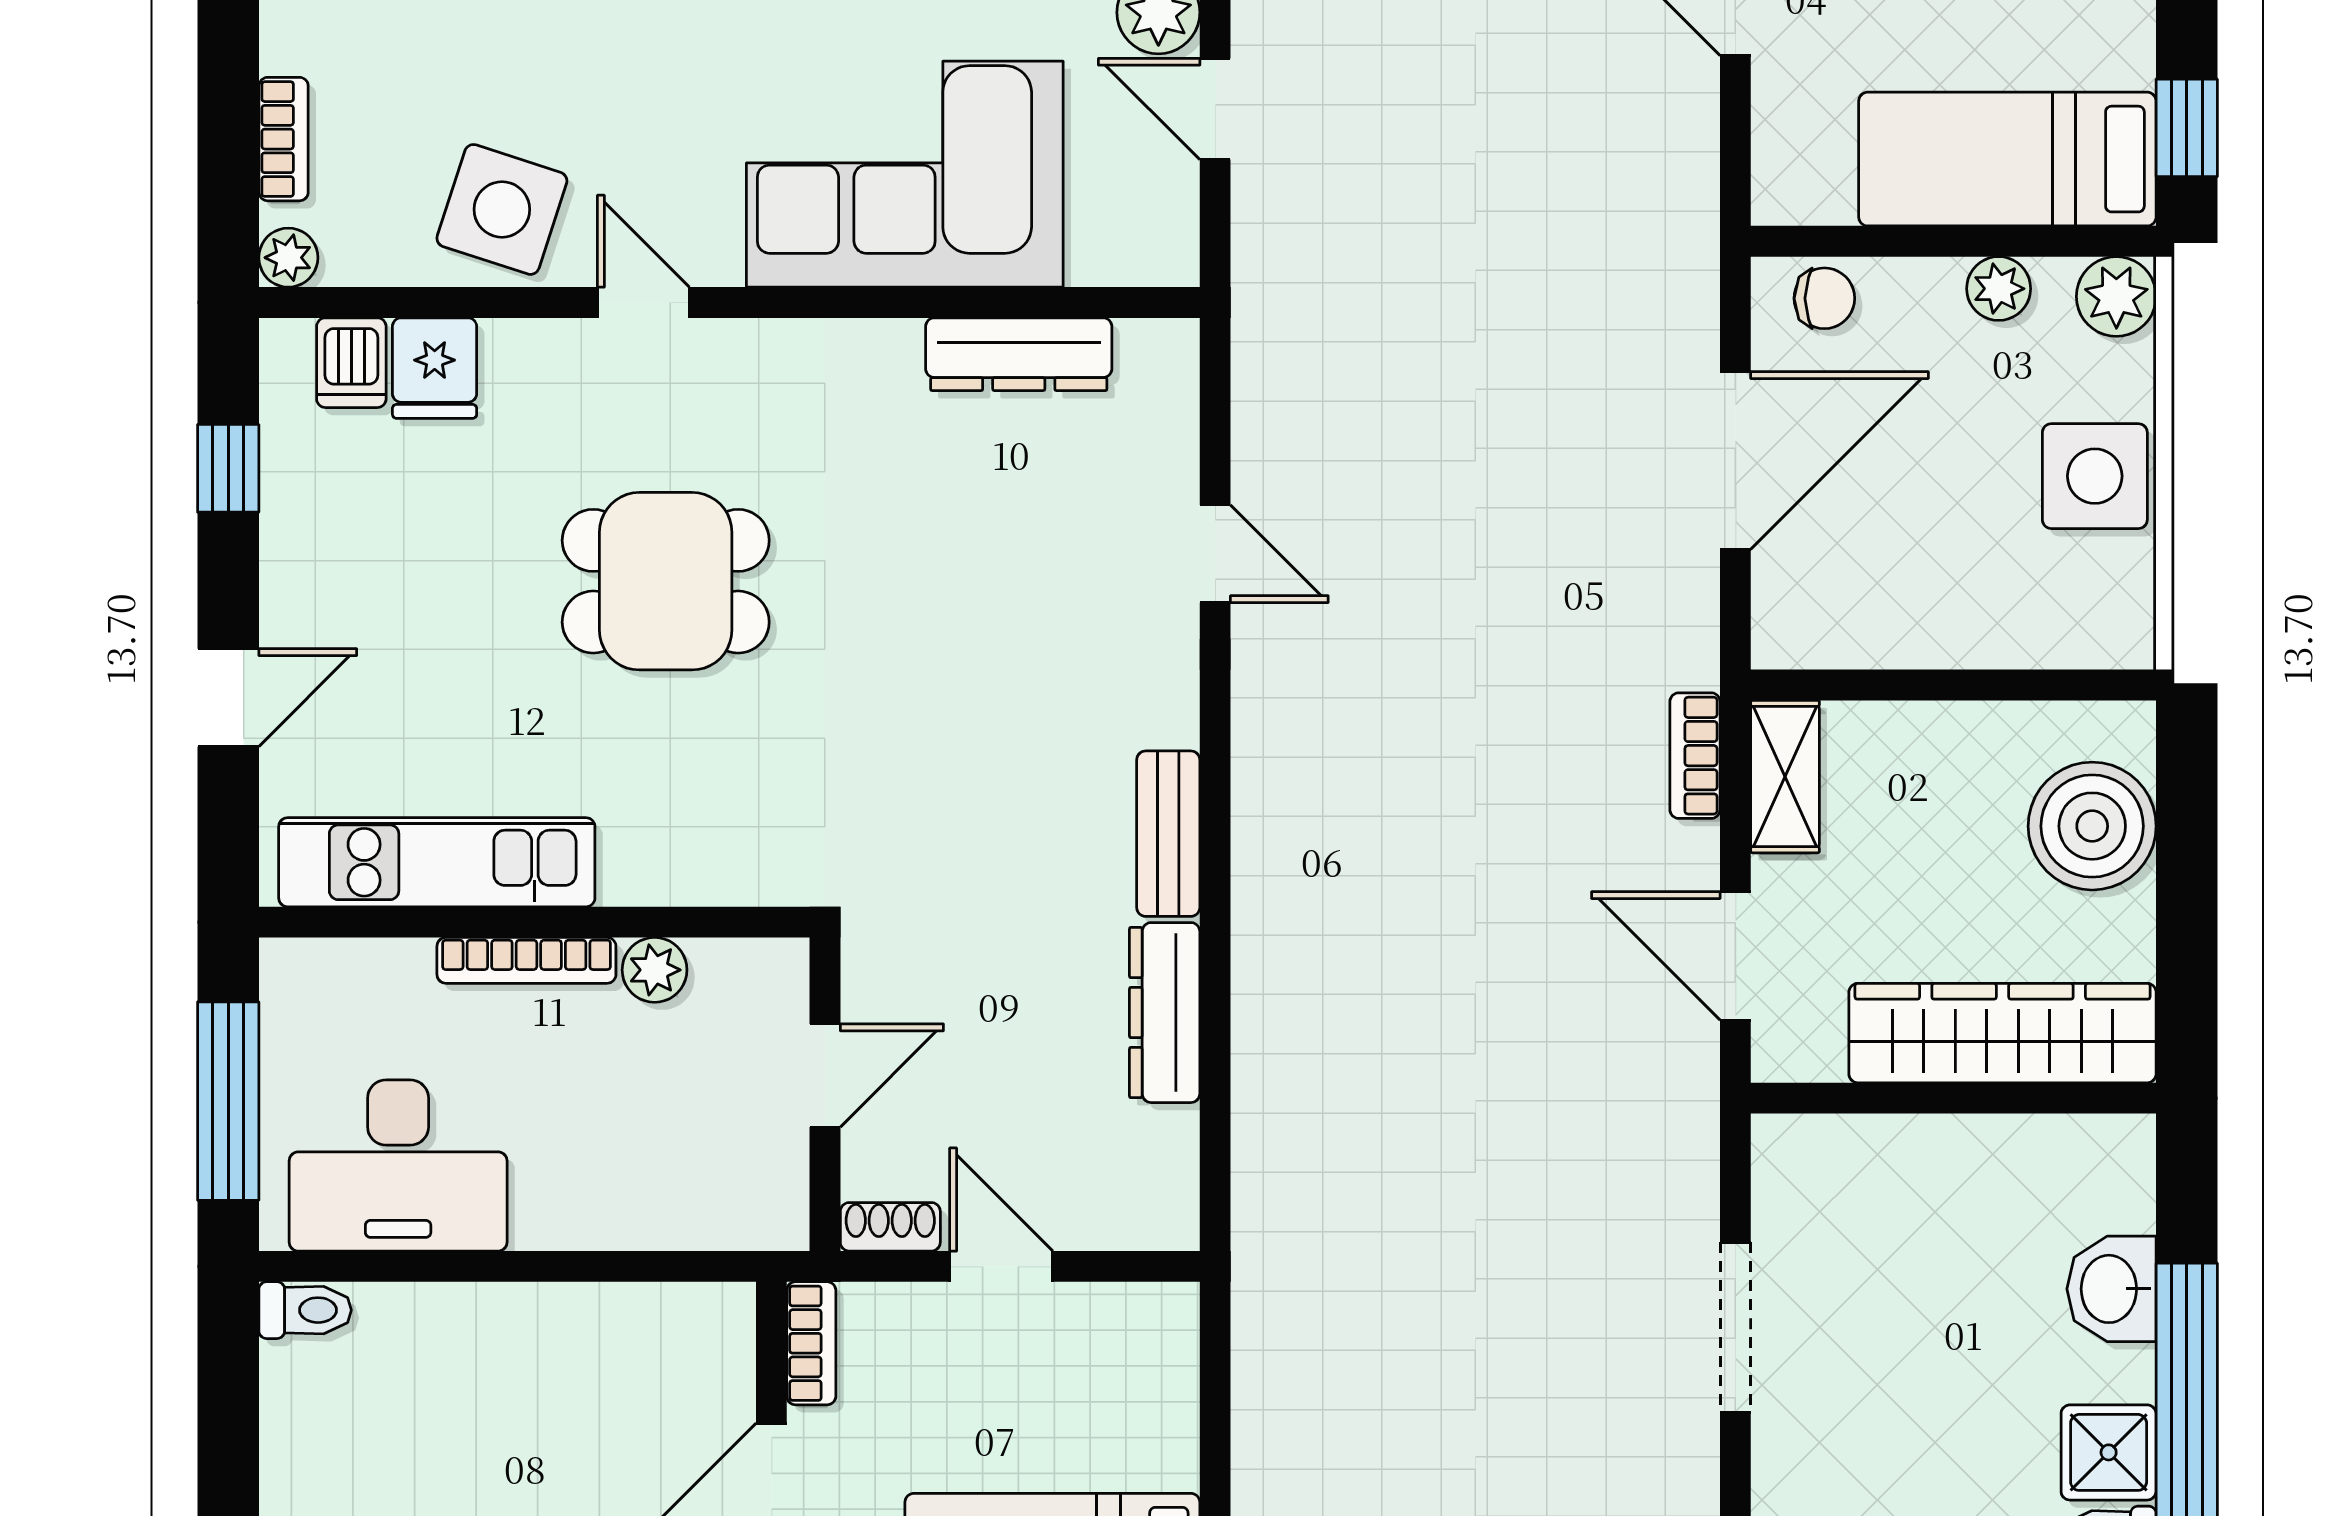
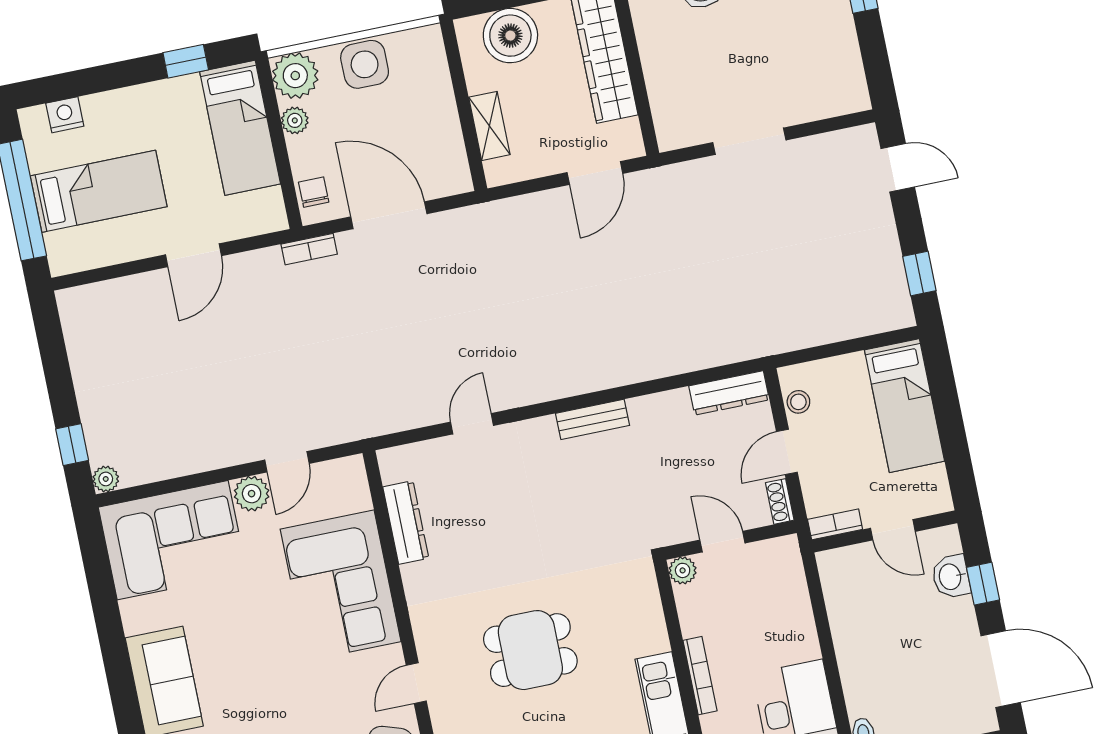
window: (2187, 128) -> (186, 61), moved
plant: (2116, 296) -> (295, 76), width x1.36, depth x1.36
dining table: (666, 581) -> (530, 650), turned 90
bookcase: (1695, 756) -> (309, 249), moved
shelving: (1785, 777) -> (489, 126), moved, turned 90
plant: (655, 970) -> (683, 570), moved
dresser: (1165, 1013) -> (729, 393), moved
stool: (1111, 1317) -> (798, 402), added

